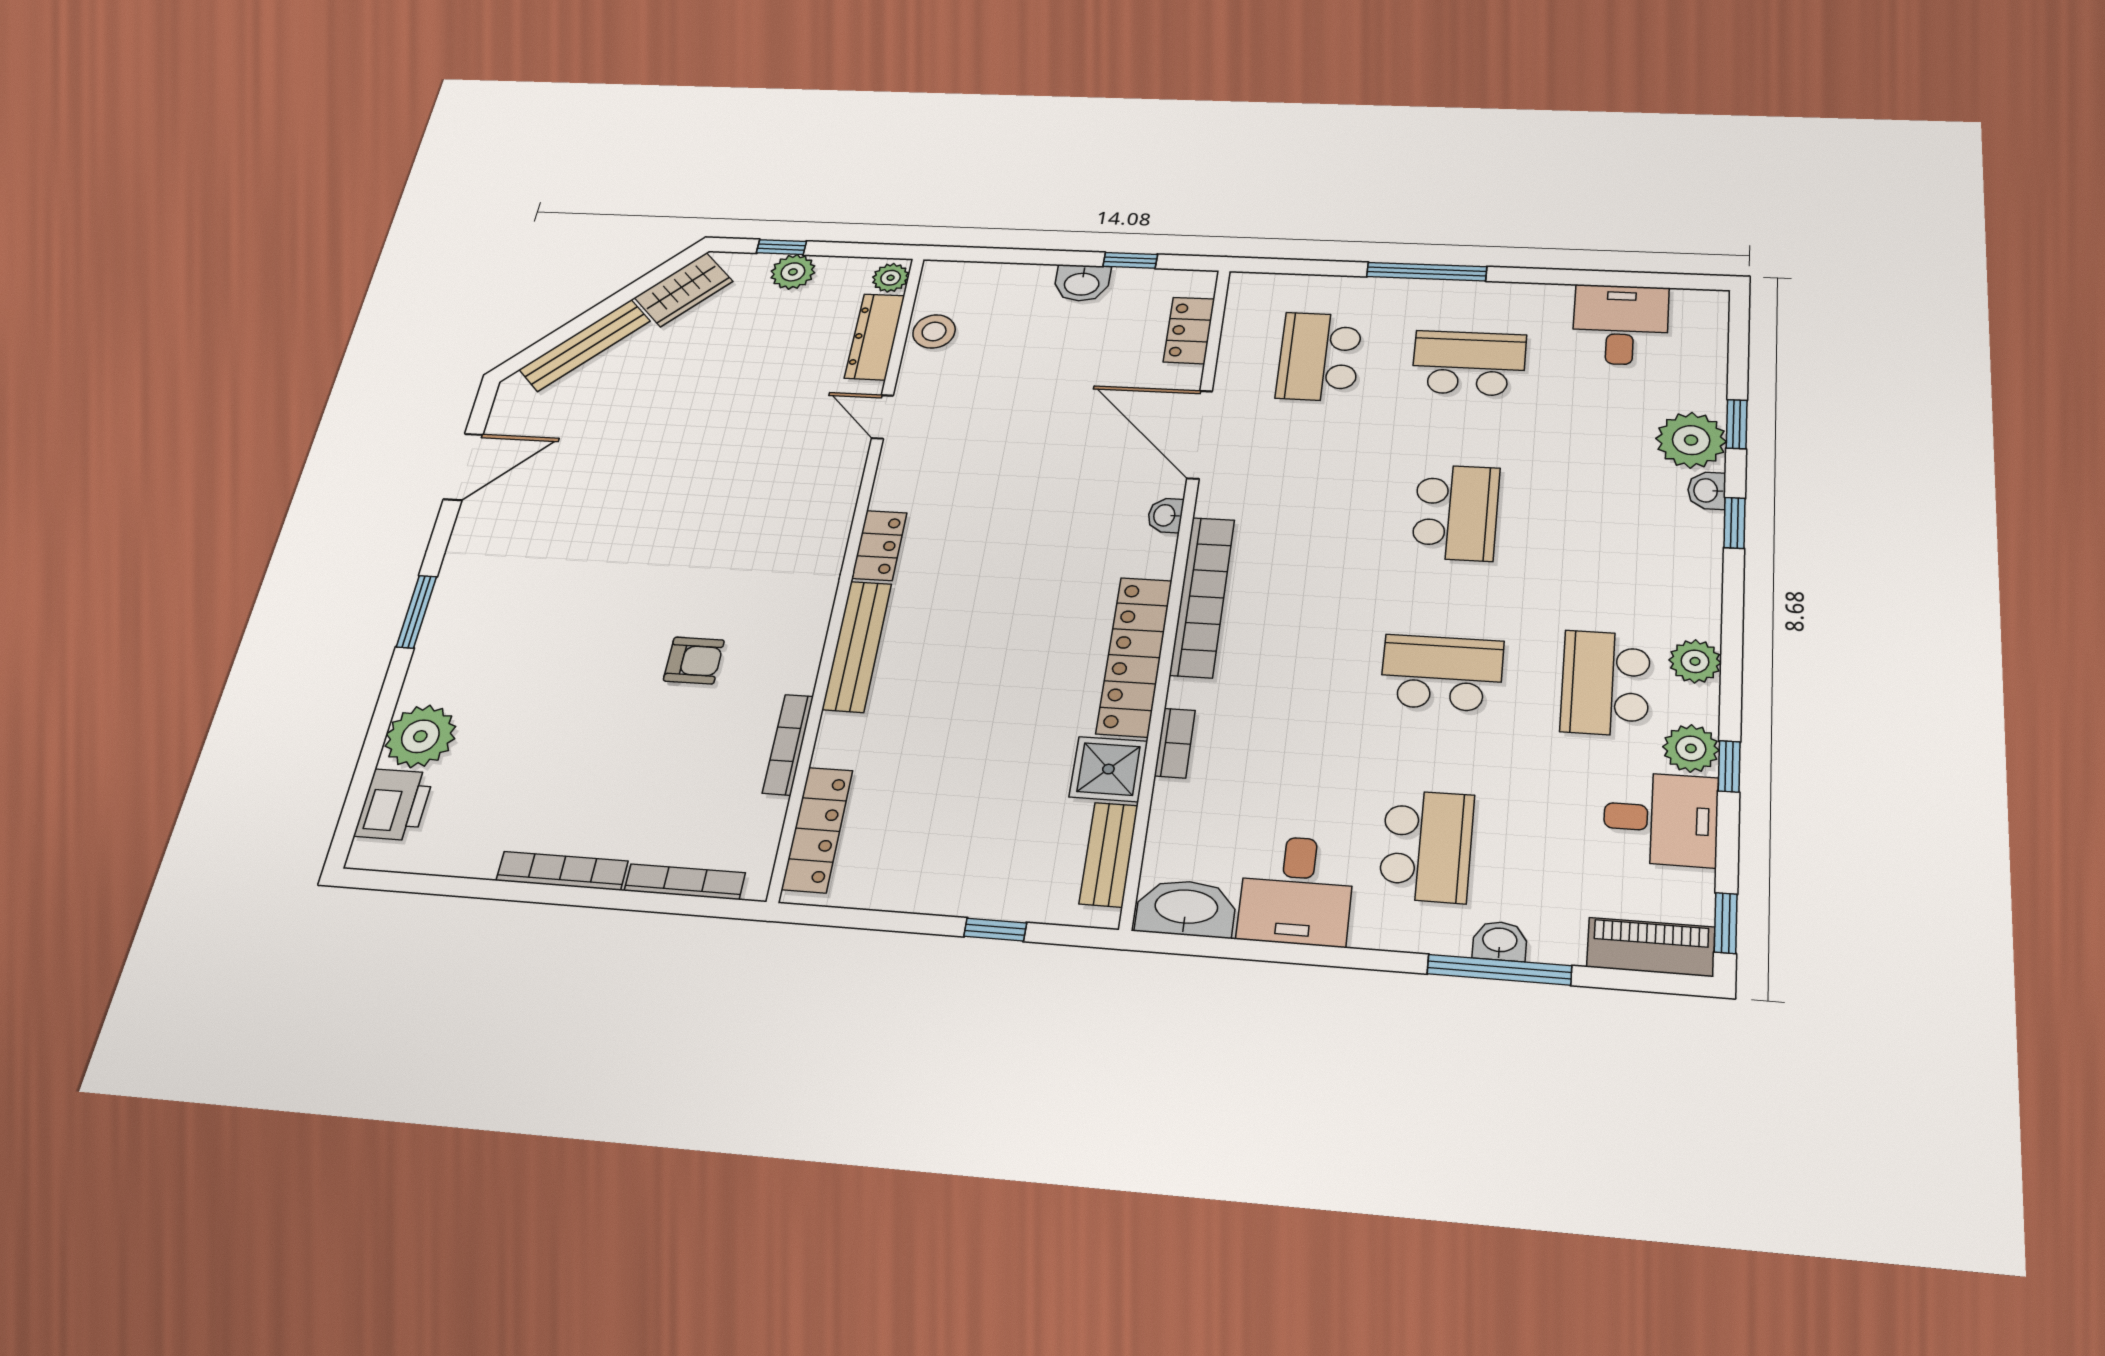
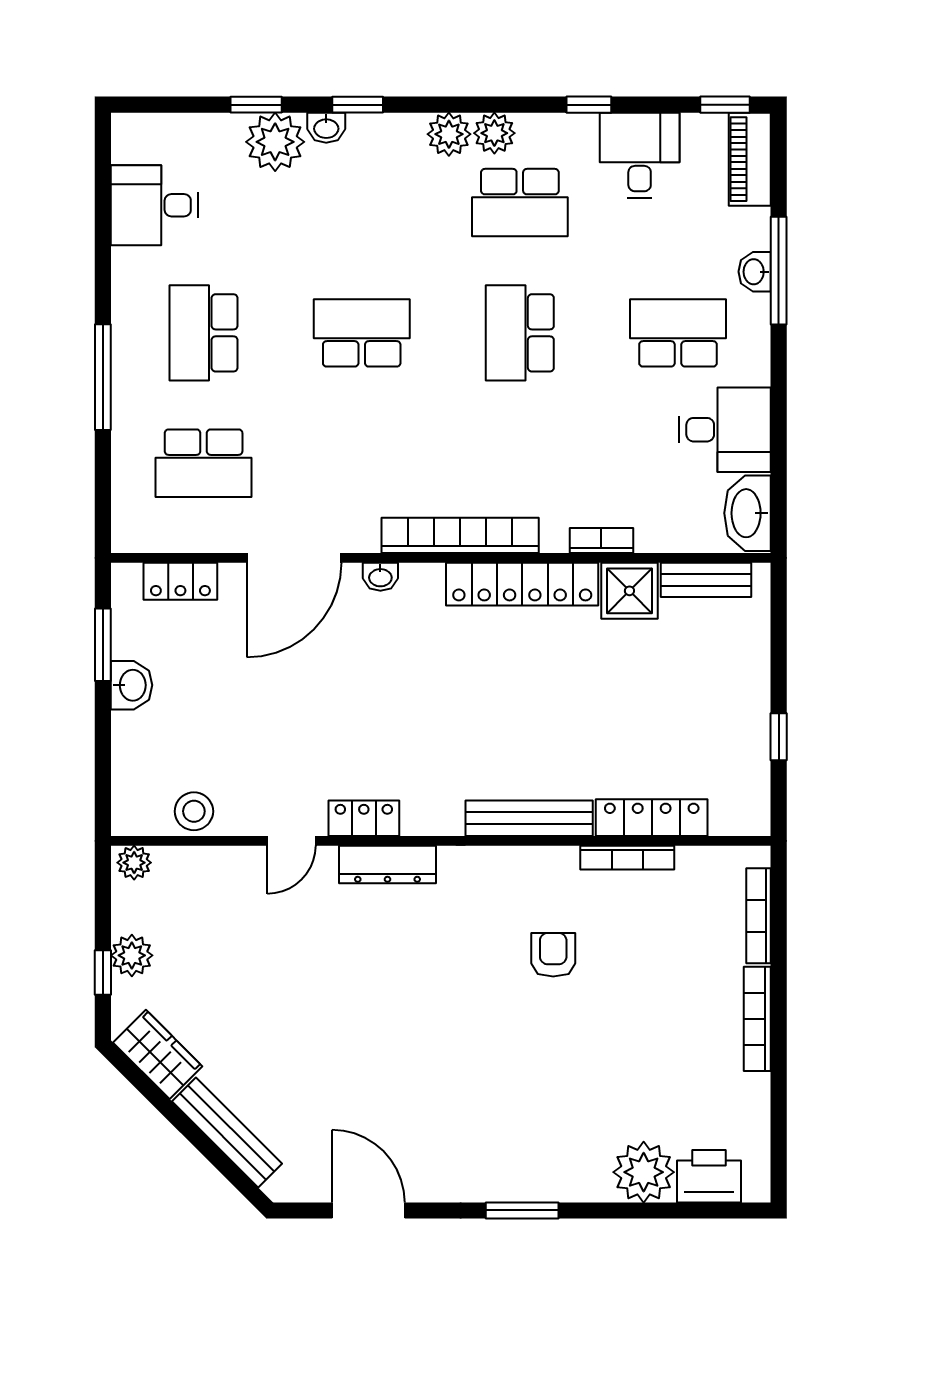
window: (1130, 260) -> (103, 645), width x1.50
dresser: (875, 337) -> (388, 865), moved
locker: (879, 545) -> (364, 818), moved
plant: (1691, 748) -> (449, 134), moved
locker: (817, 830) -> (652, 818), moved
window: (995, 930) -> (779, 737), moved

